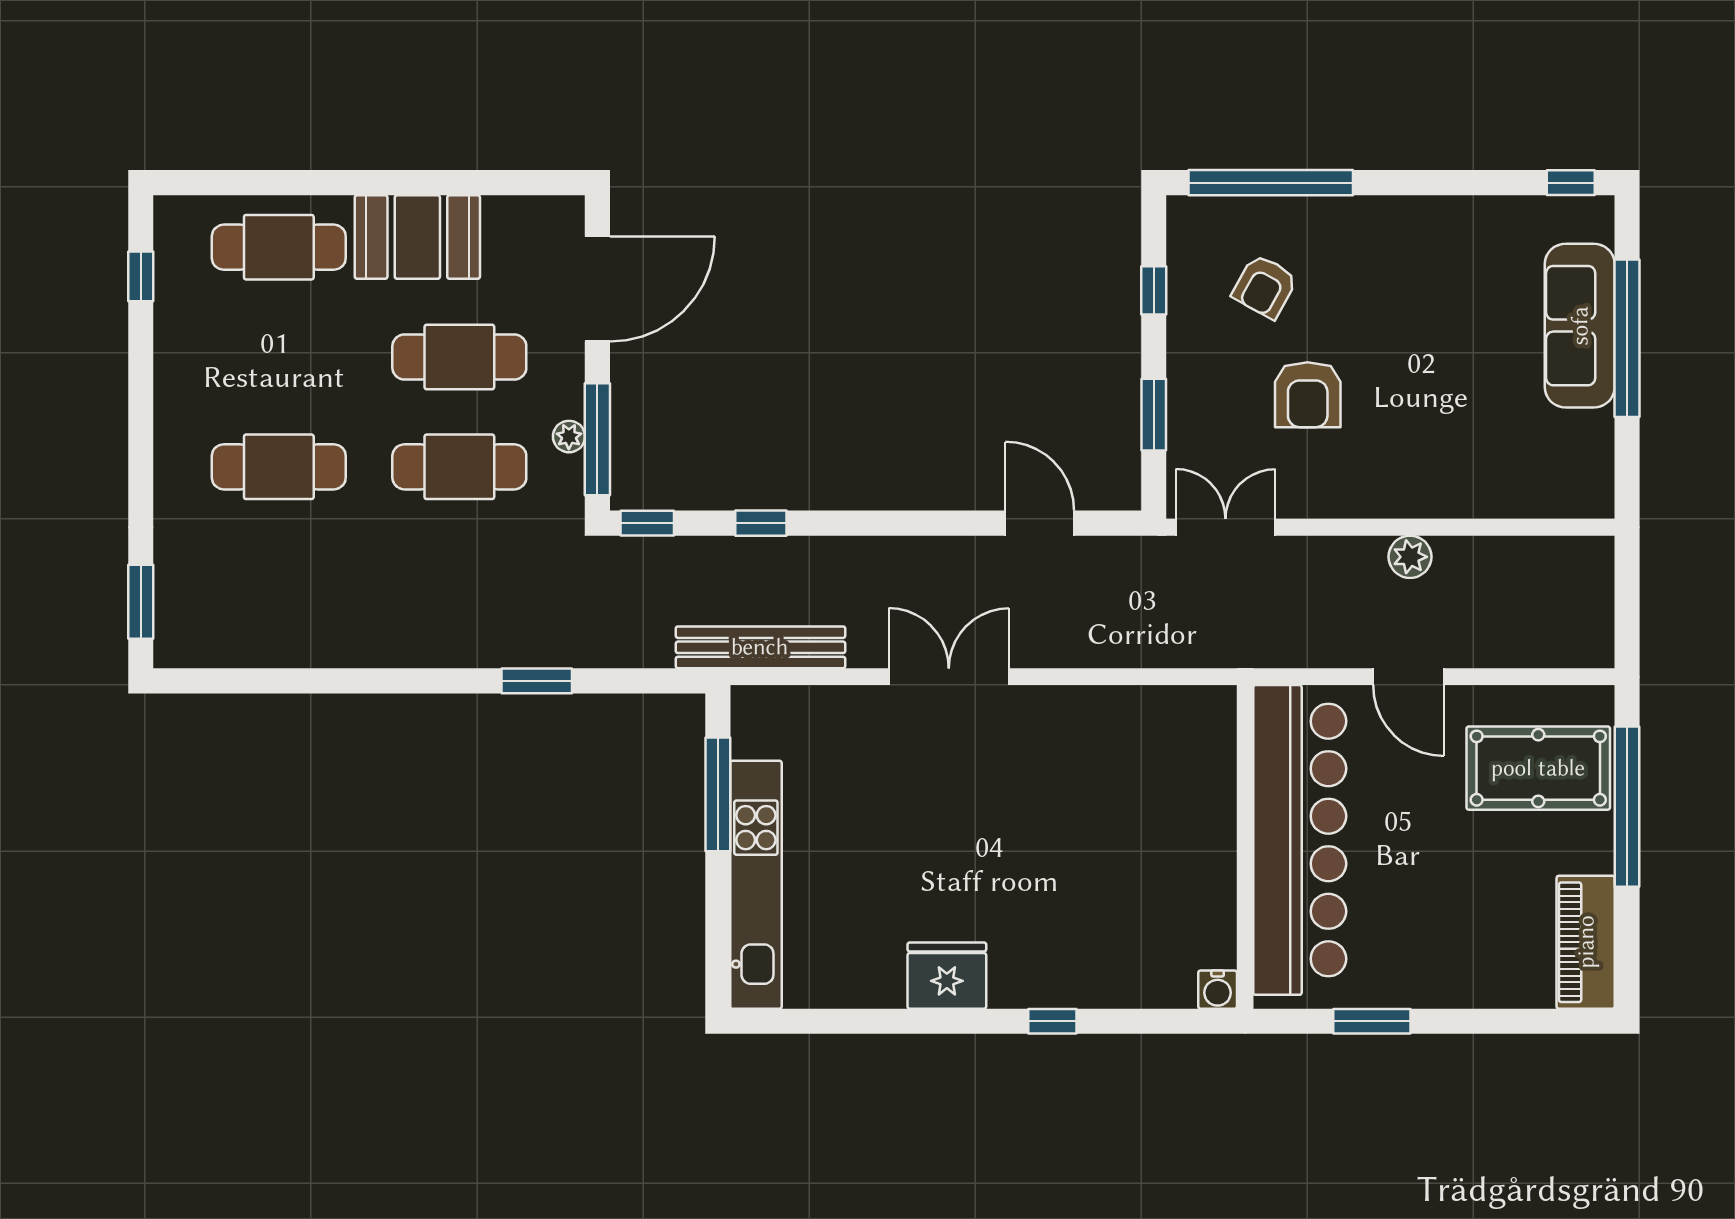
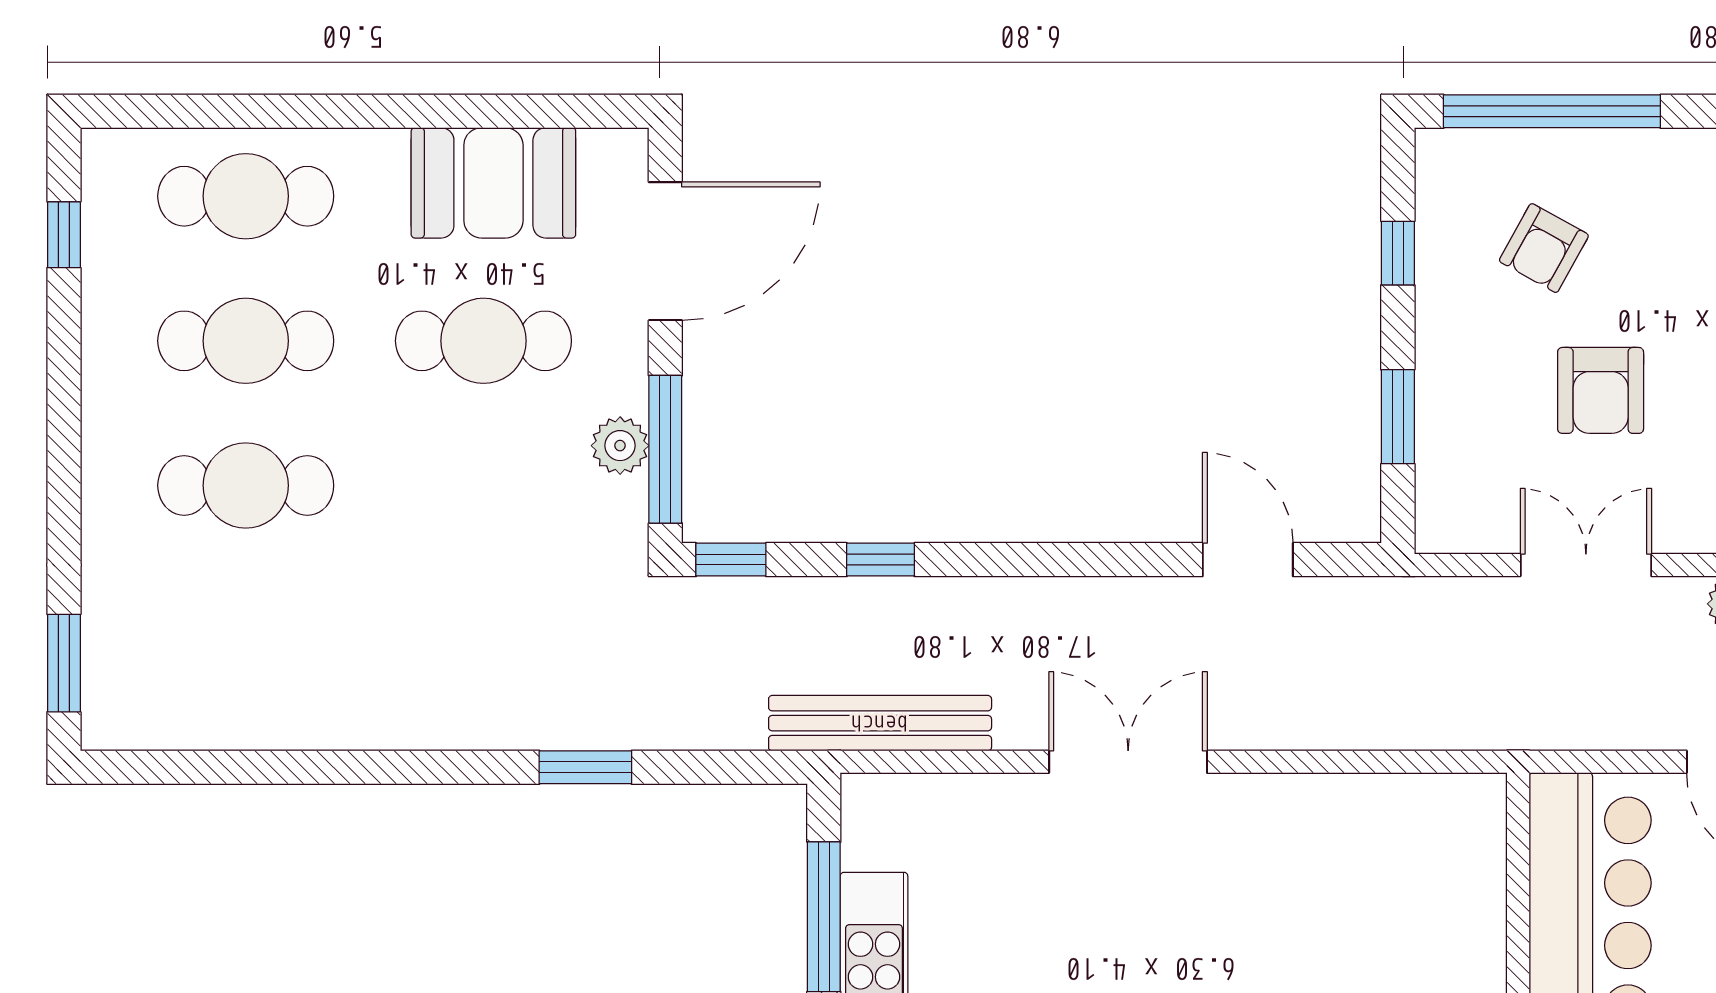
booth: (417, 237) -> (493, 183), moved
plant: (569, 437) -> (620, 446), width x1.38, depth x1.38
cafe table: (459, 467) -> (246, 341), moved
double door: (1226, 527) -> (1586, 565), moved

